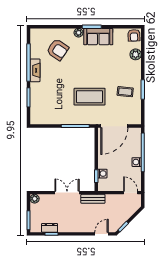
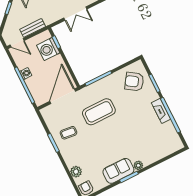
armchair: (58, 50) -> (134, 82), moved
washing machine: (102, 174) -> (48, 49), width x1.89, depth x1.89
bench: (93, 199) -> (33, 28), moved

